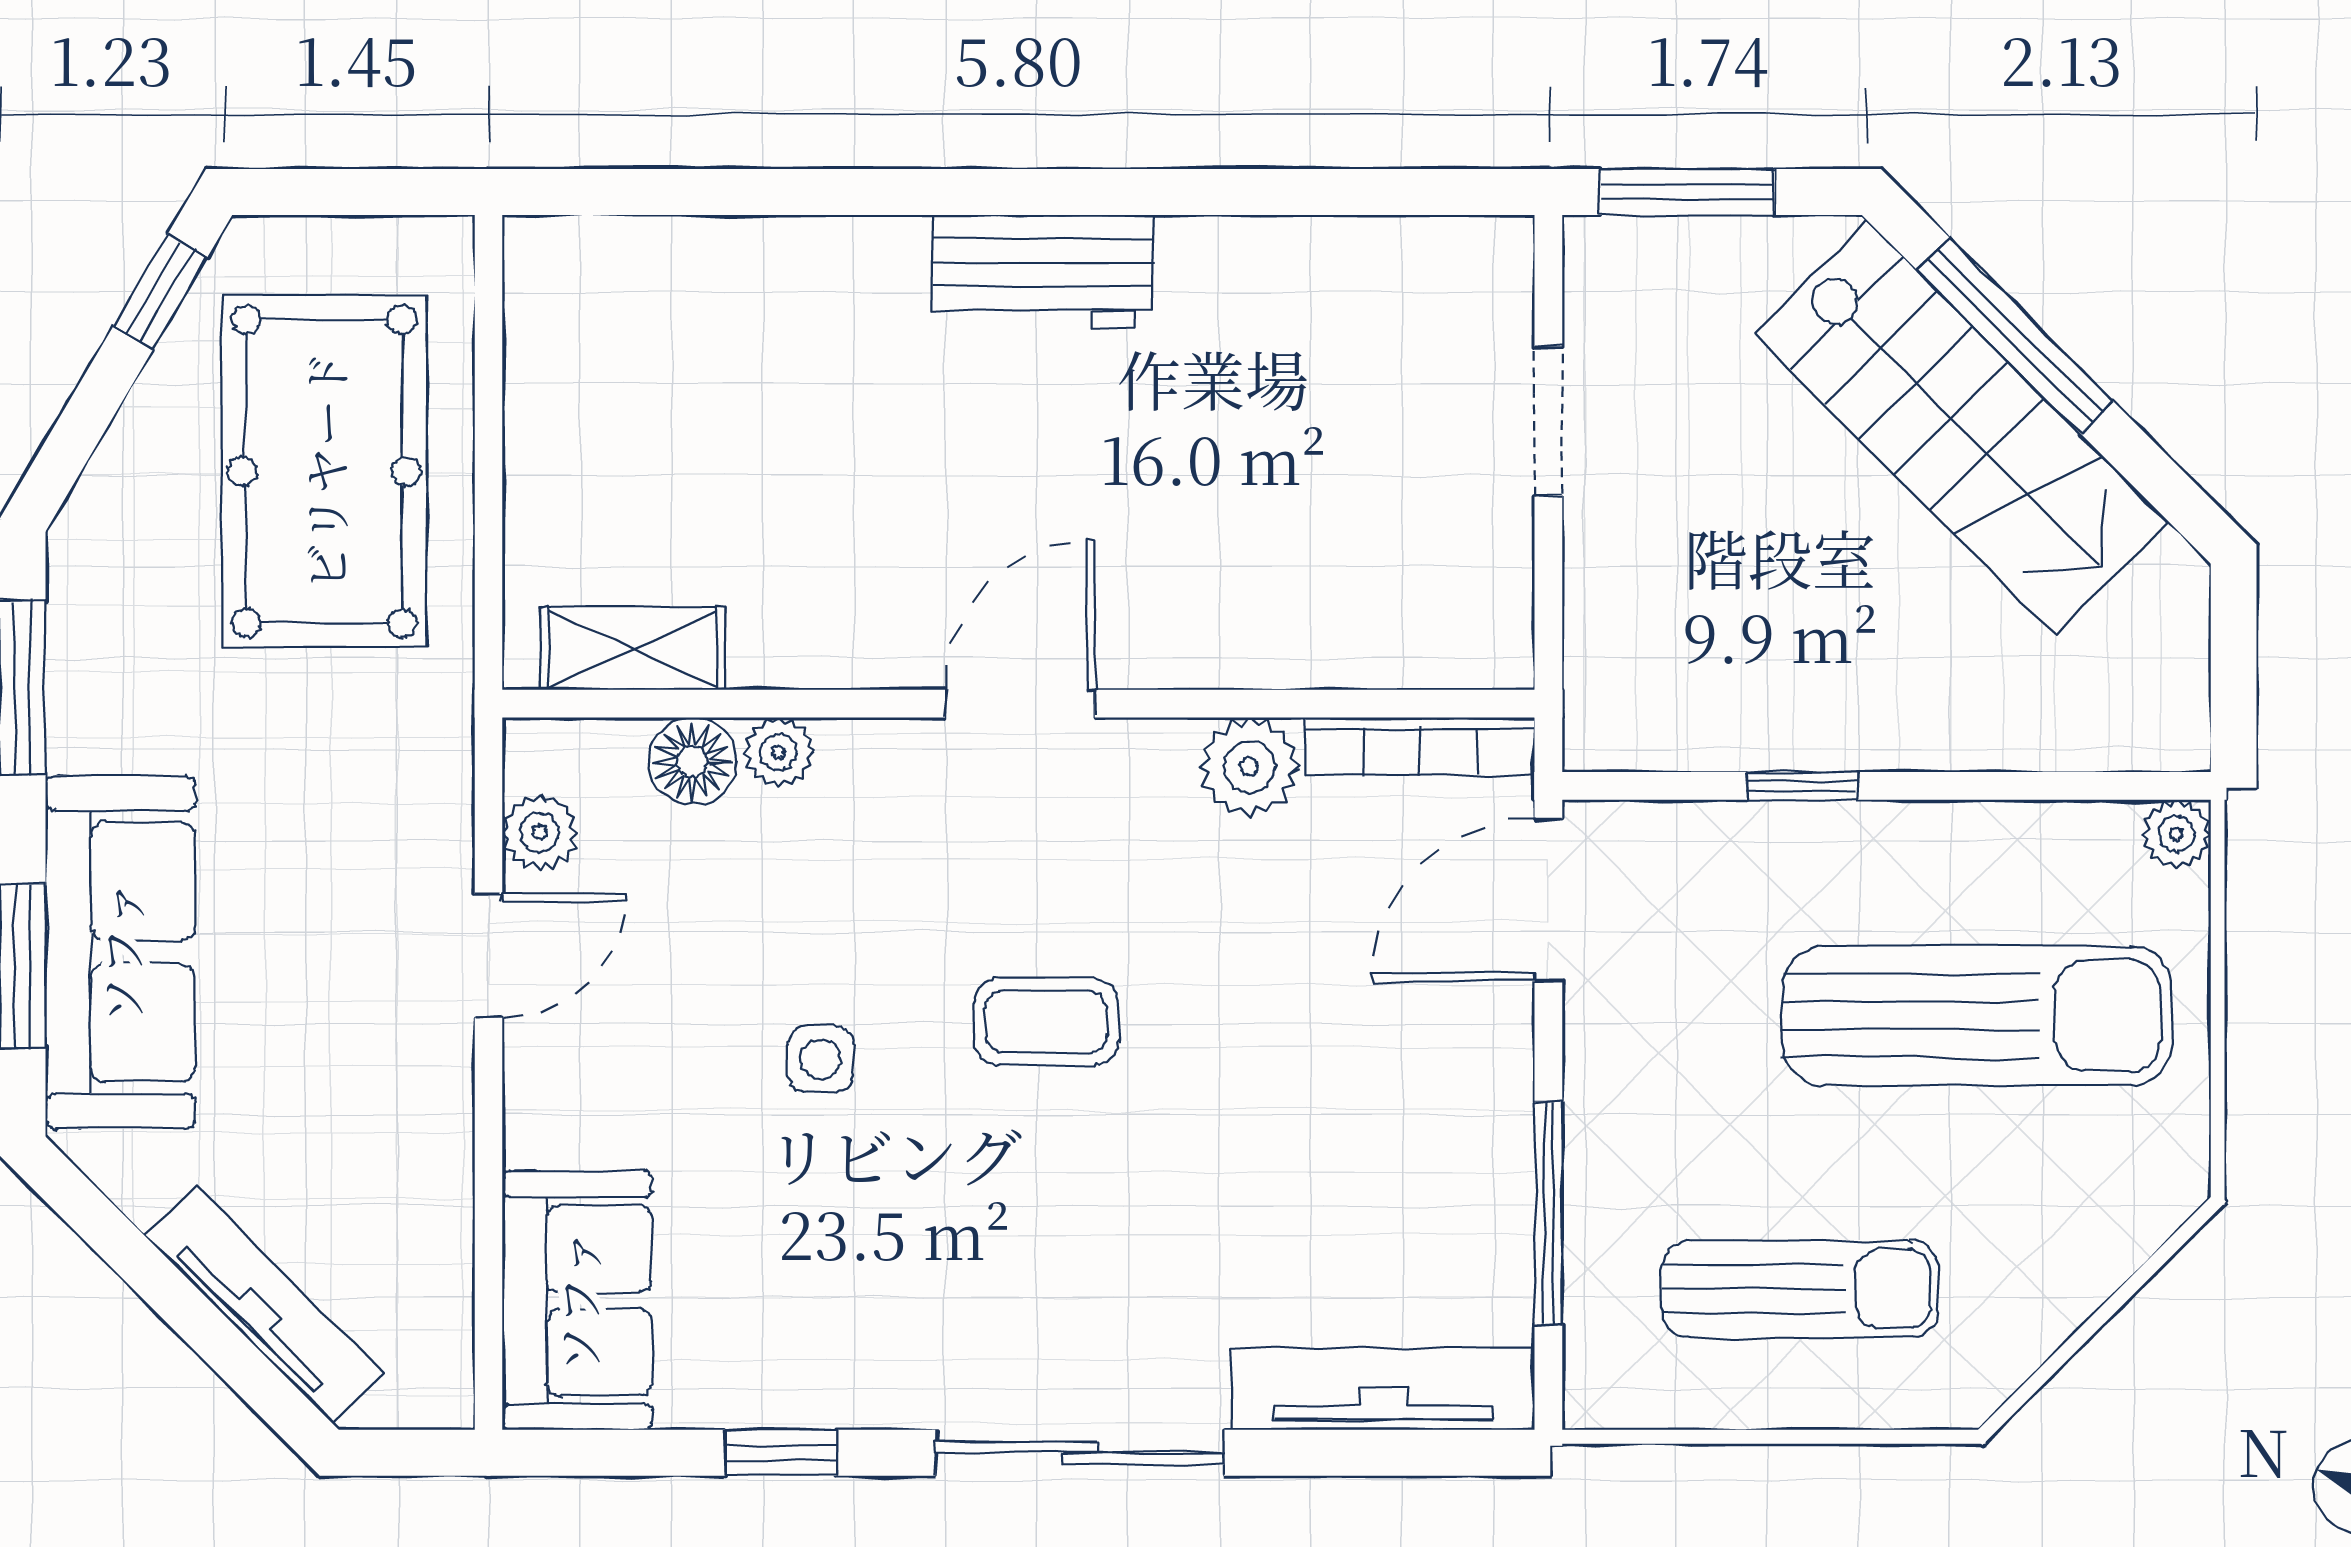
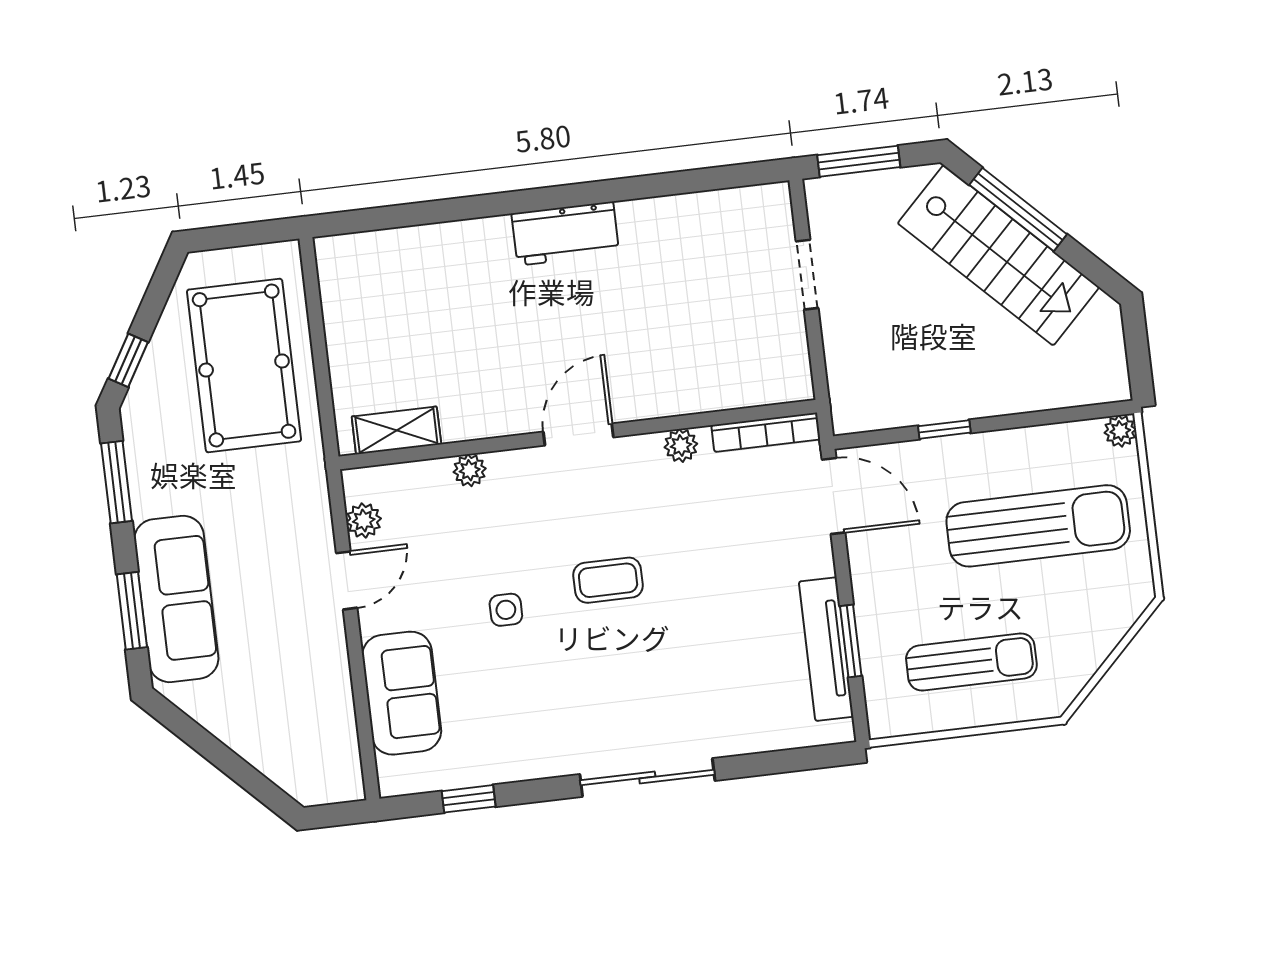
window: (160, 292) -> (128, 360), moved
floor lamp: (693, 761) -> (430, 479), removed
plant: (1249, 767) -> (681, 445), width x0.73, depth x0.73
door: (1548, 900) -> (834, 496), swing flipped
window: (1548, 1213) -> (851, 641), width x0.69
sofa: (577, 1301) -> (402, 693), moved
tv unit: (265, 1305) -> (263, 754), removed
tv unit: (1383, 1389) -> (826, 649), moved, turned -90
window: (781, 1453) -> (469, 799), moved

